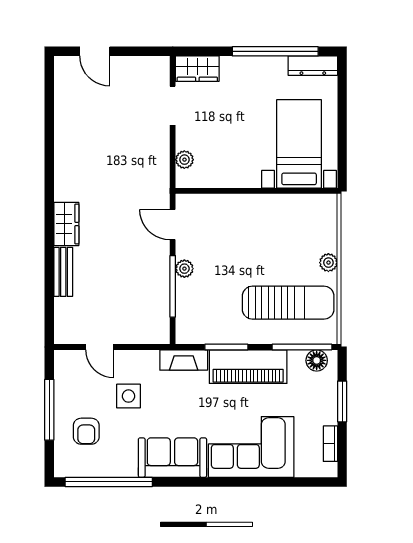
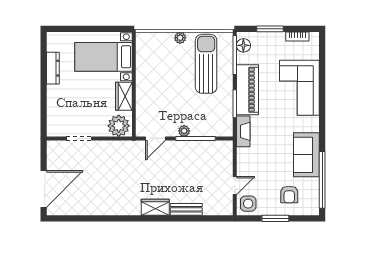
door: (95, 51) -> (44, 189), width x1.87
window: (275, 51) -> (44, 72), removed
dresser: (313, 66) -> (53, 68), moved
wardrobe: (197, 69) -> (124, 96), moved, turned 180
plant: (184, 160) -> (119, 126), width x1.88, depth x1.88
side table: (128, 396) -> (248, 204), moved
window: (49, 410) -> (275, 218), width x0.69
armchair: (86, 431) -> (289, 194), turned 90
sofa: (172, 458) -> (306, 155), moved

